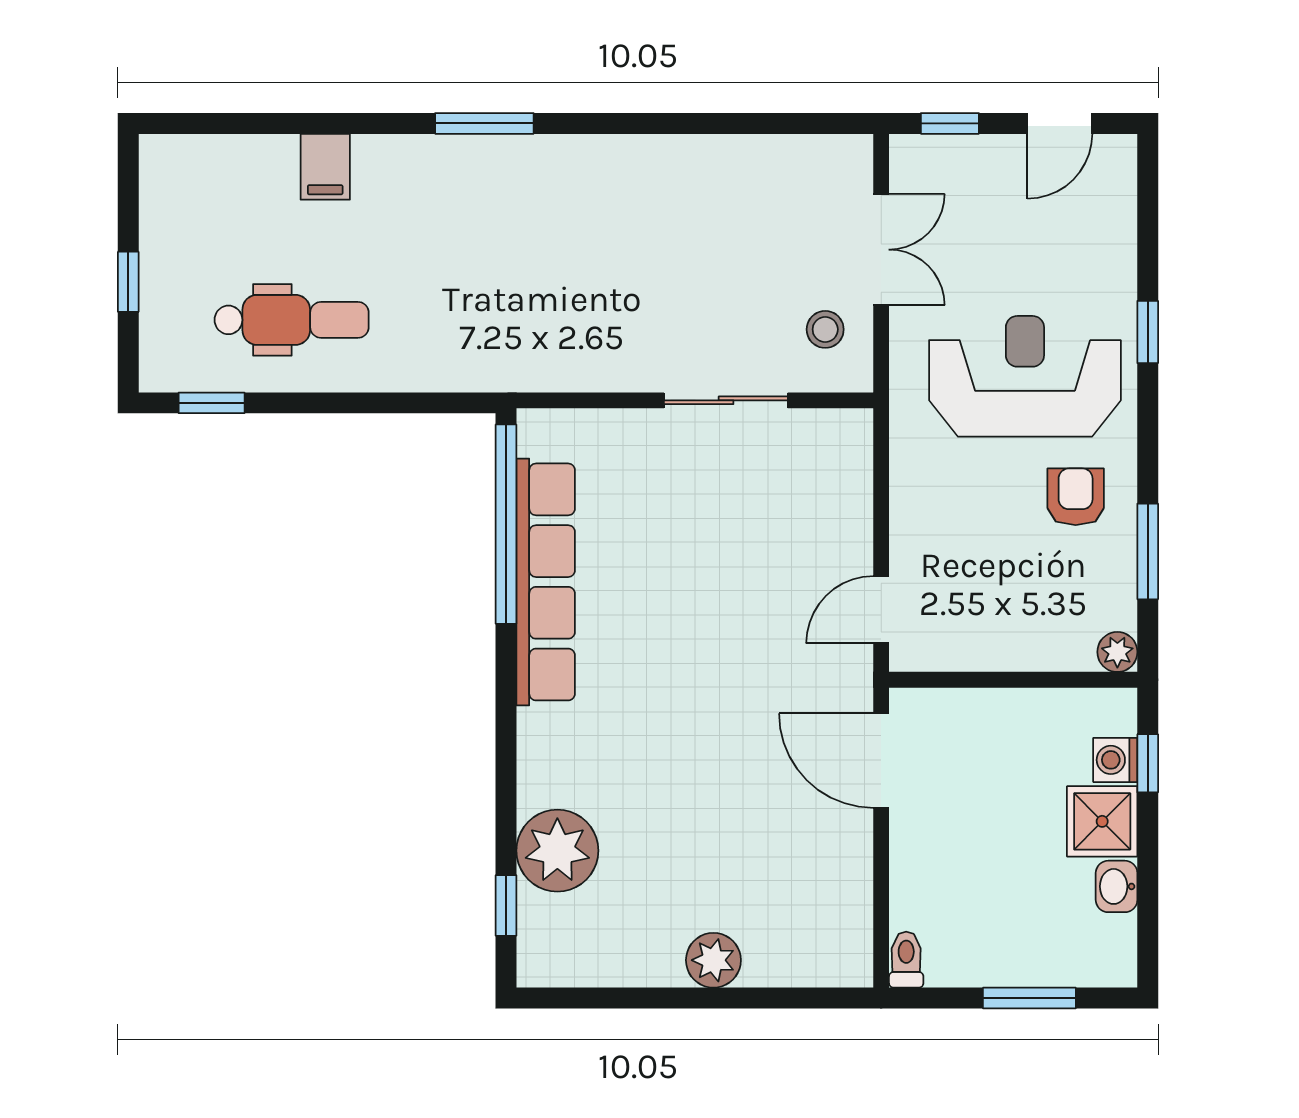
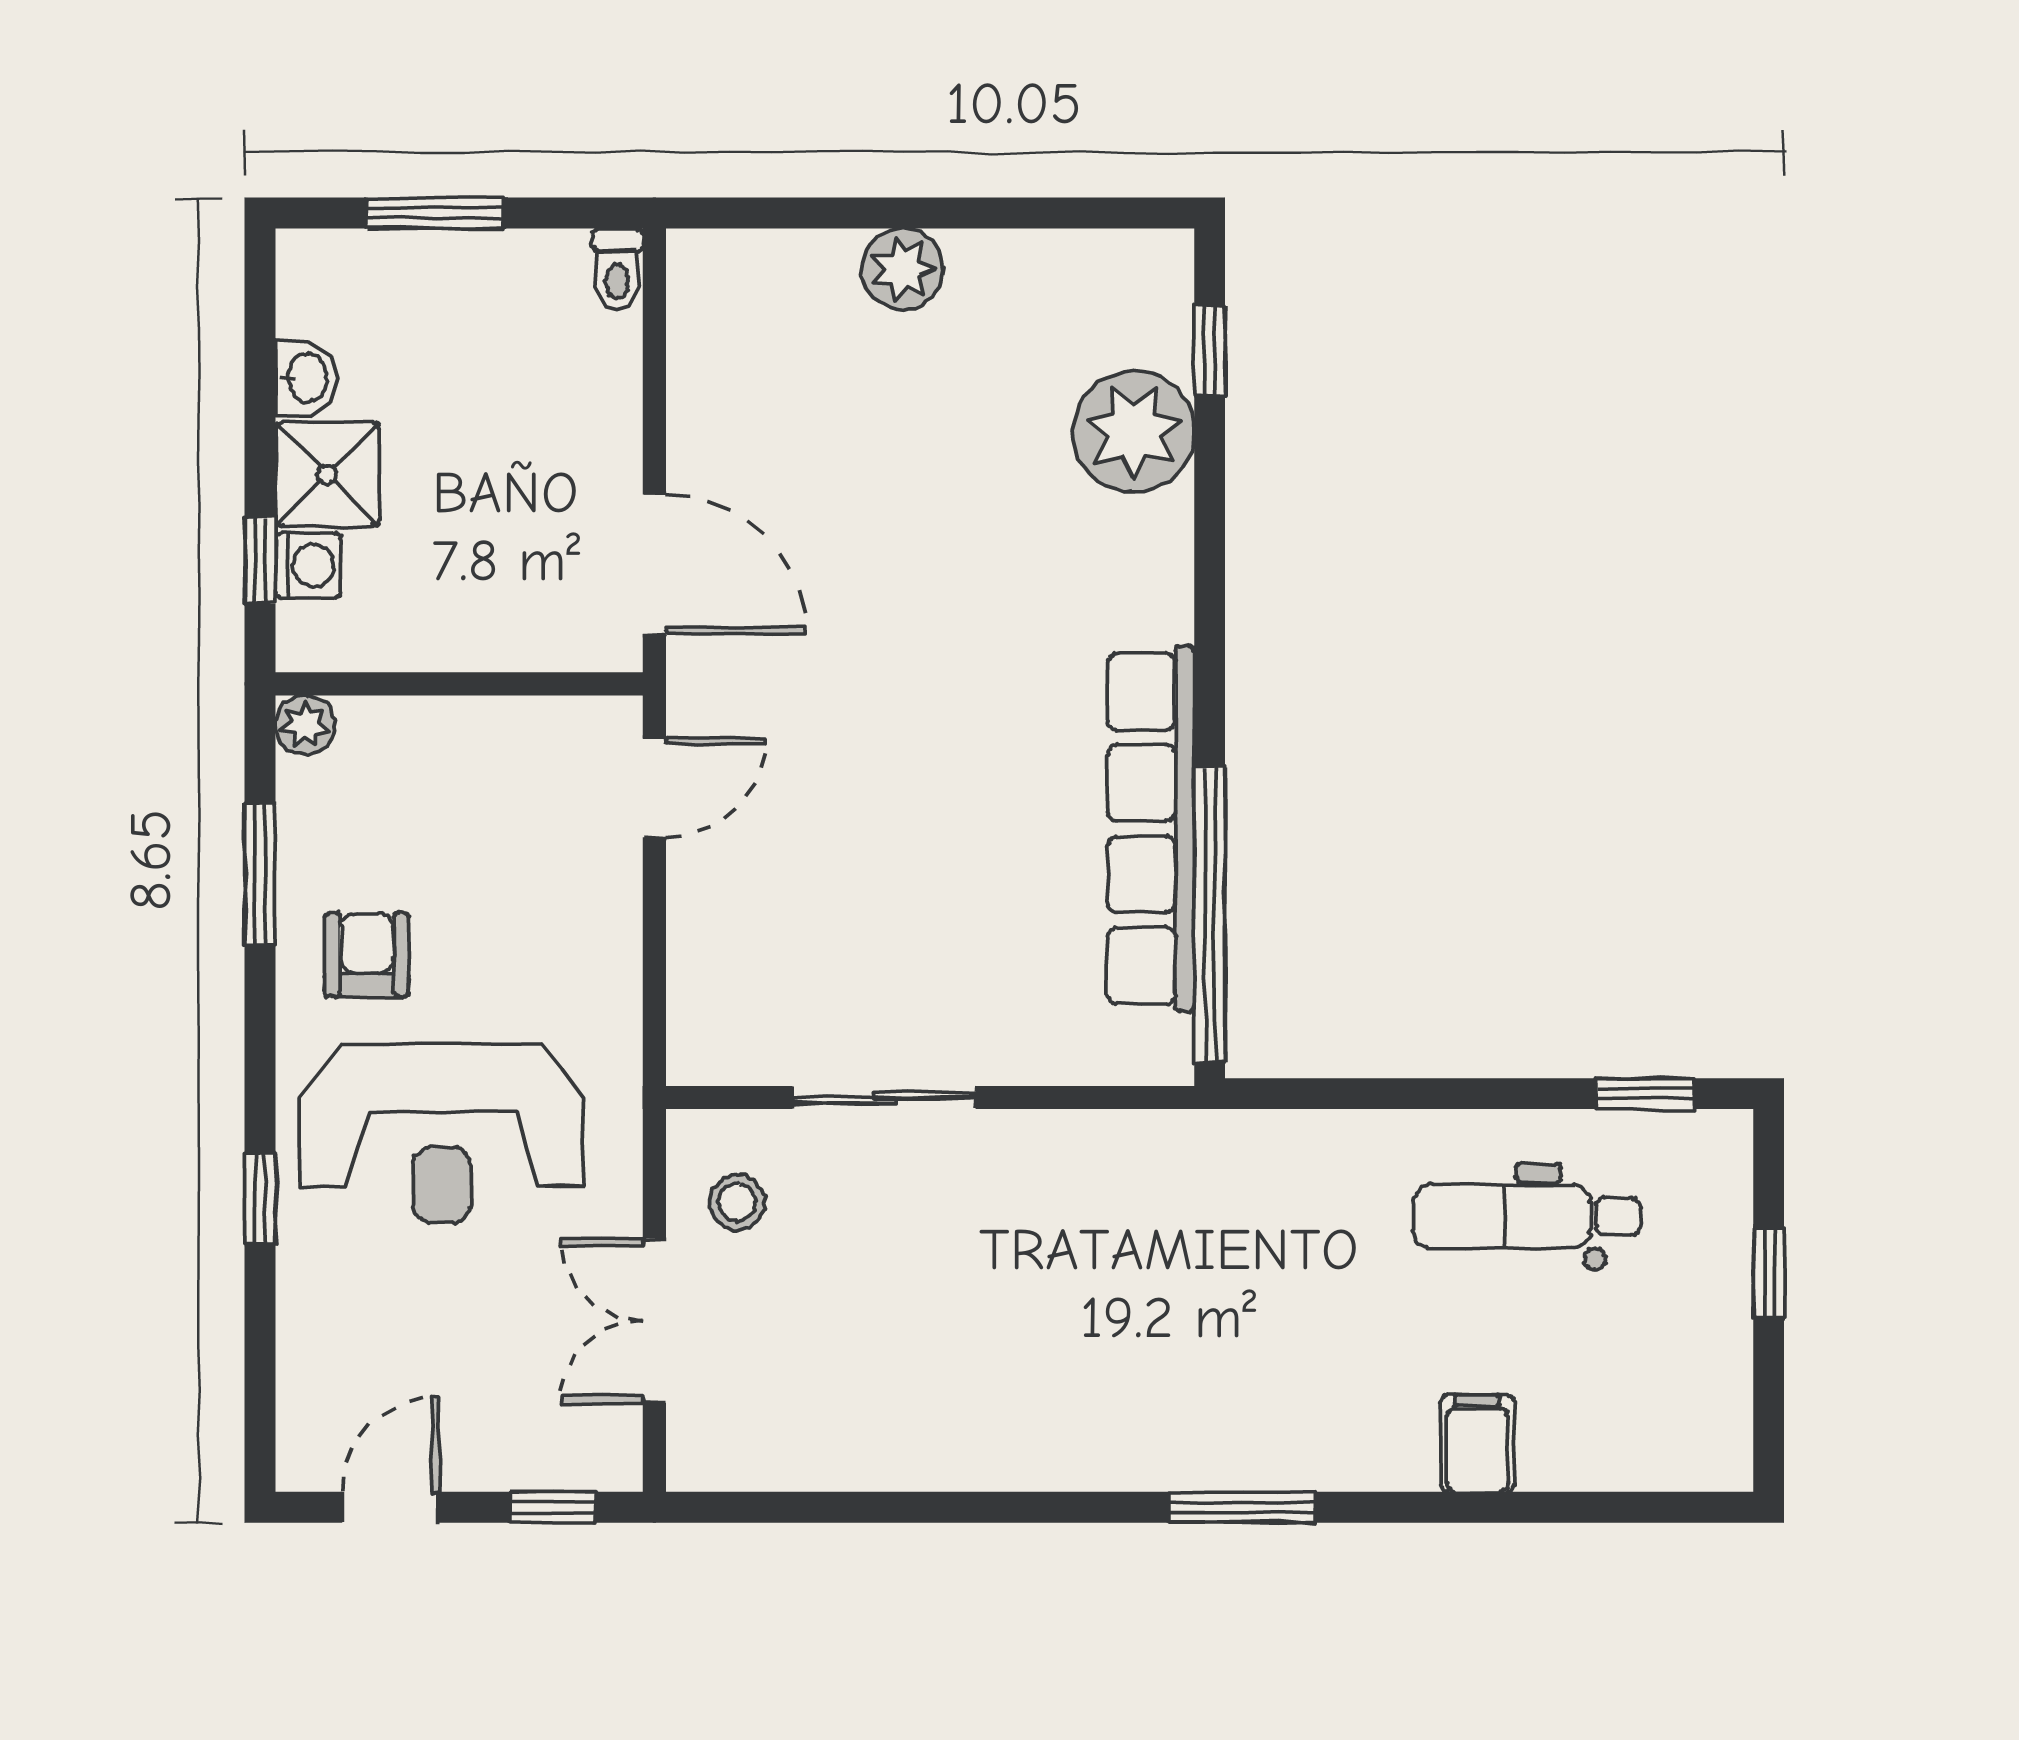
armchair: (1076, 497) -> (367, 955), turned 180

